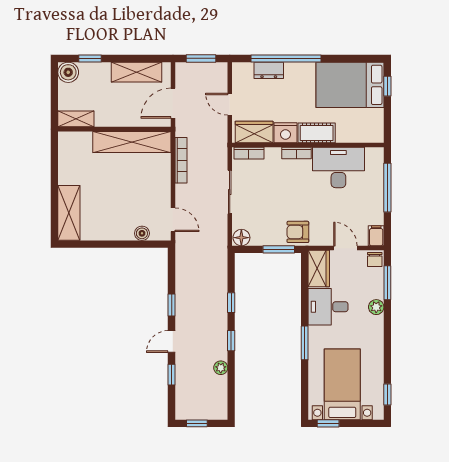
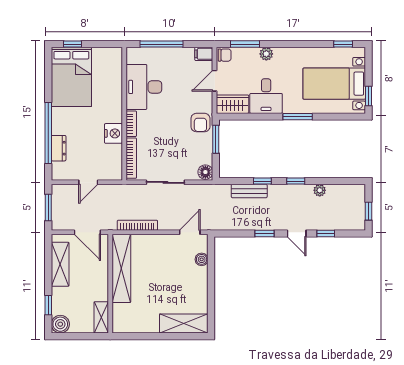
wardrobe: (254, 132) -> (113, 161), removed
cot: (317, 133) -> (114, 106), removed
bookcase: (249, 153) -> (131, 158), width x1.56
bench: (220, 288) -> (249, 191), added

